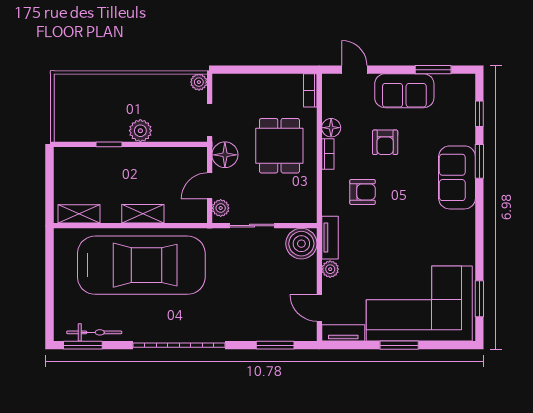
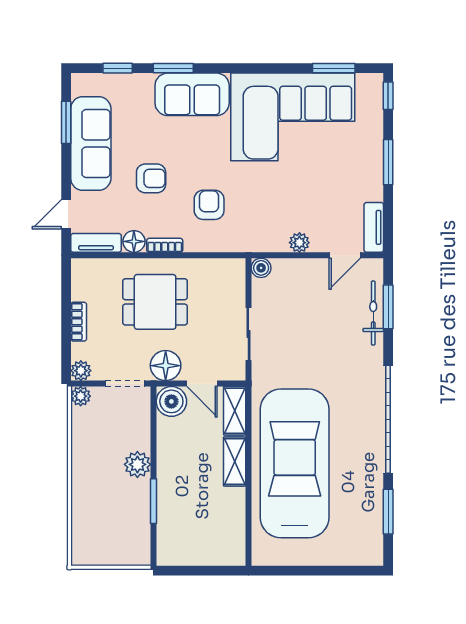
bookcase: (310, 90) -> (79, 322), moved, turned -90
sofa: (404, 91) -> (91, 143), width x1.36
window: (109, 144) -> (154, 501), width x1.50
boiler: (194, 160) -> (171, 401), added
plant: (221, 208) -> (81, 371), moved
shelving: (79, 214) -> (235, 411), moved
tv unit: (330, 238) -> (96, 243), moved
boiler: (301, 244) -> (261, 268), width x0.54, depth x0.54
corner sofa: (419, 303) -> (293, 117), moved, turned -90
bicycle: (94, 332) -> (373, 313), moved
window: (83, 345) -> (388, 512), moved
window: (456, 345) -> (388, 96), added

